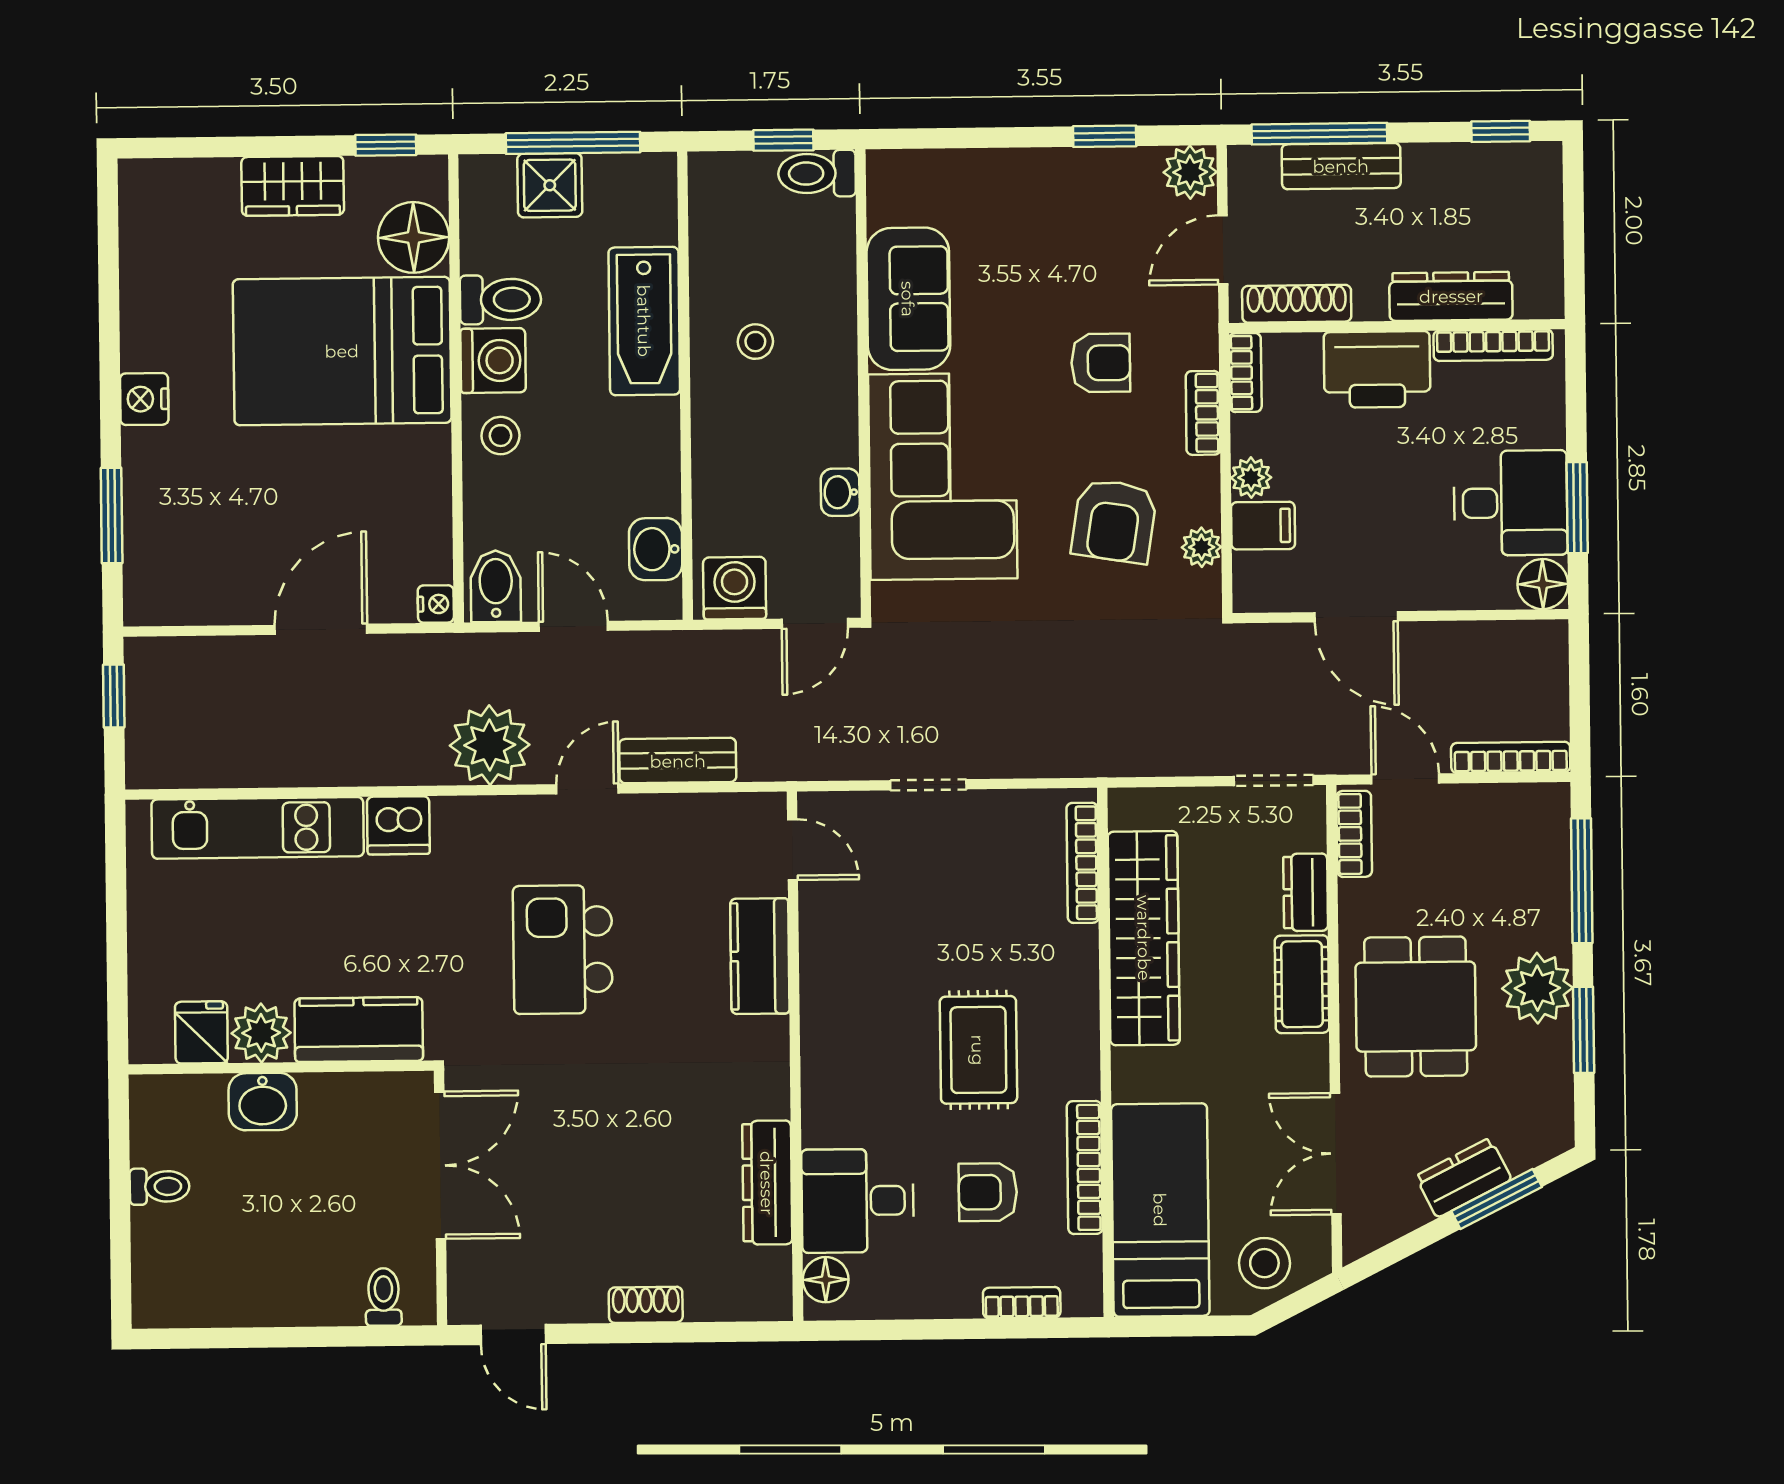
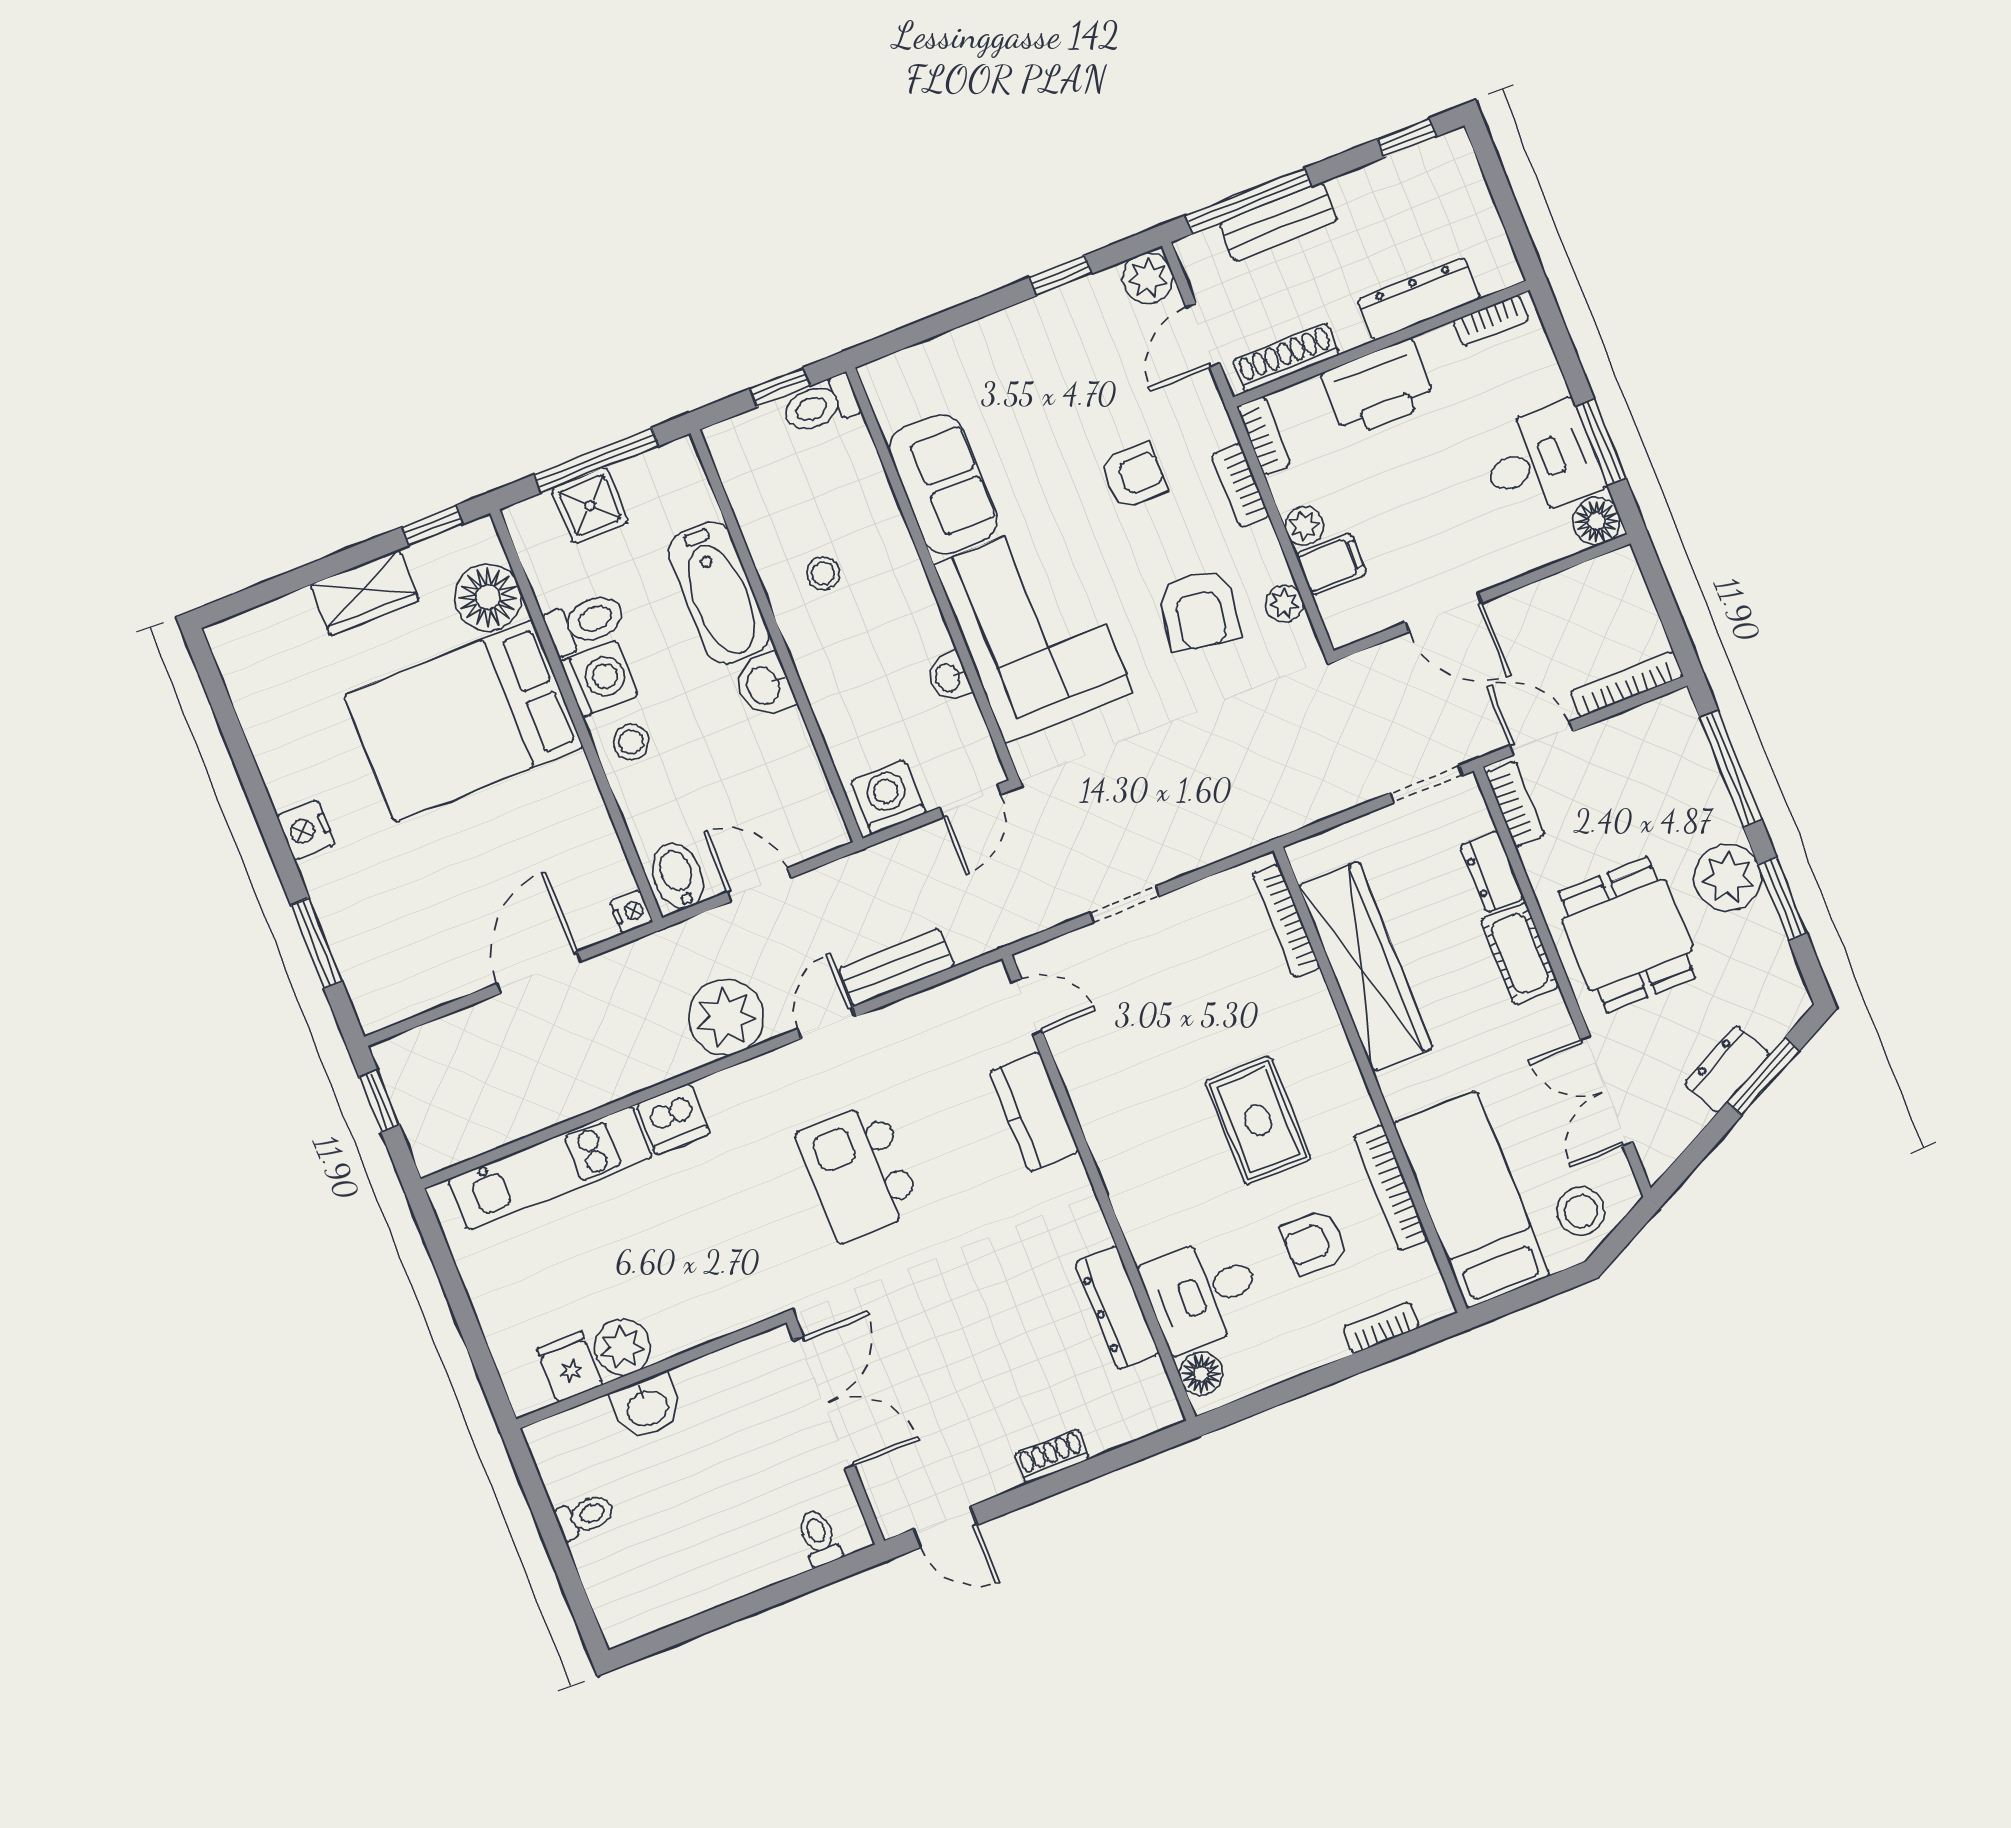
bookcase: (1493, 345) -> (1491, 321), width x0.64
washbasin: (656, 549) -> (764, 685), moved
kitchen counter: (359, 1030) -> (707, 1311), removed

